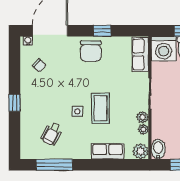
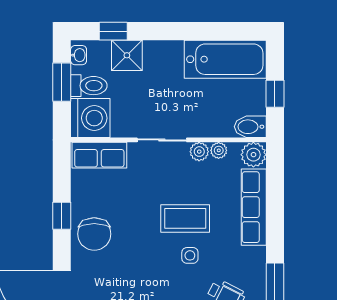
chair: (91, 51) -> (94, 234), turned 90
row of seats: (108, 151) -> (254, 207), width x1.48

